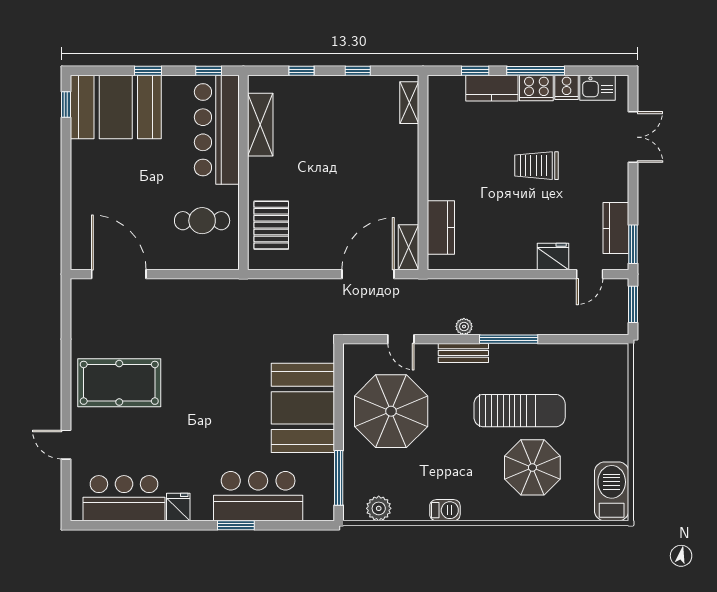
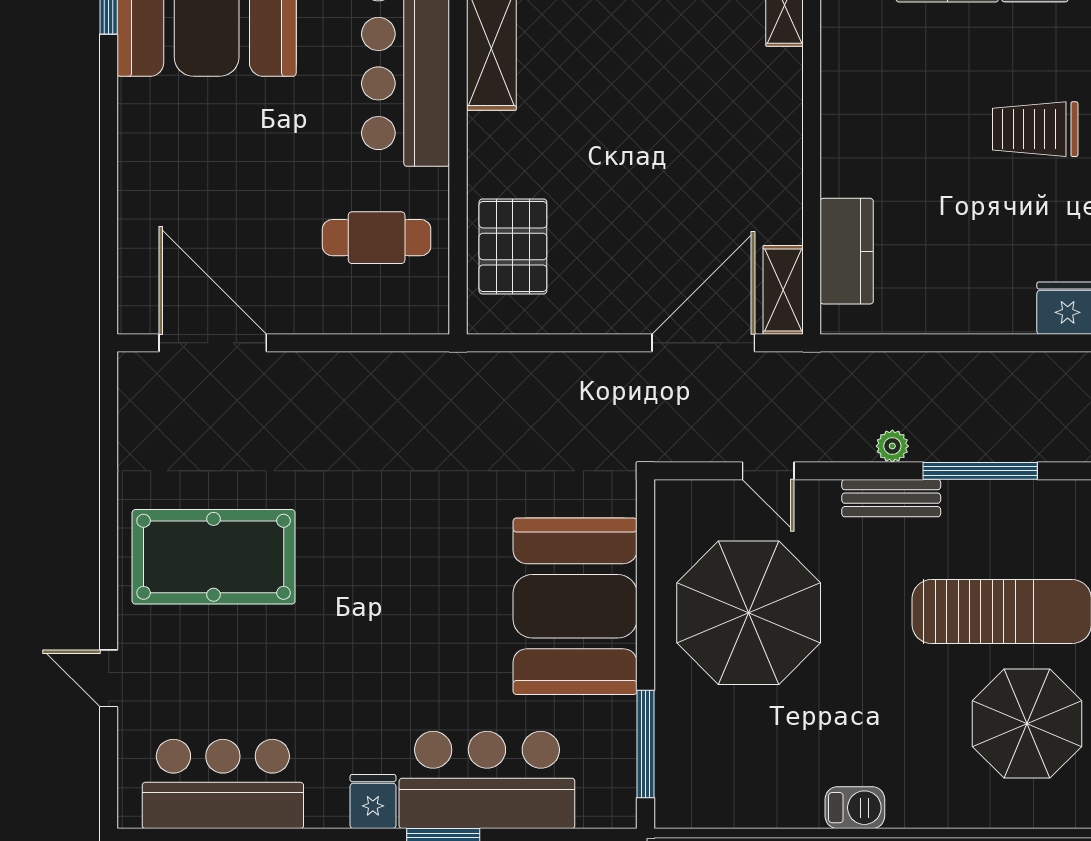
fridge: (178, 507) -> (373, 802), moved
plant: (379, 508) -> (724, 804), removed

